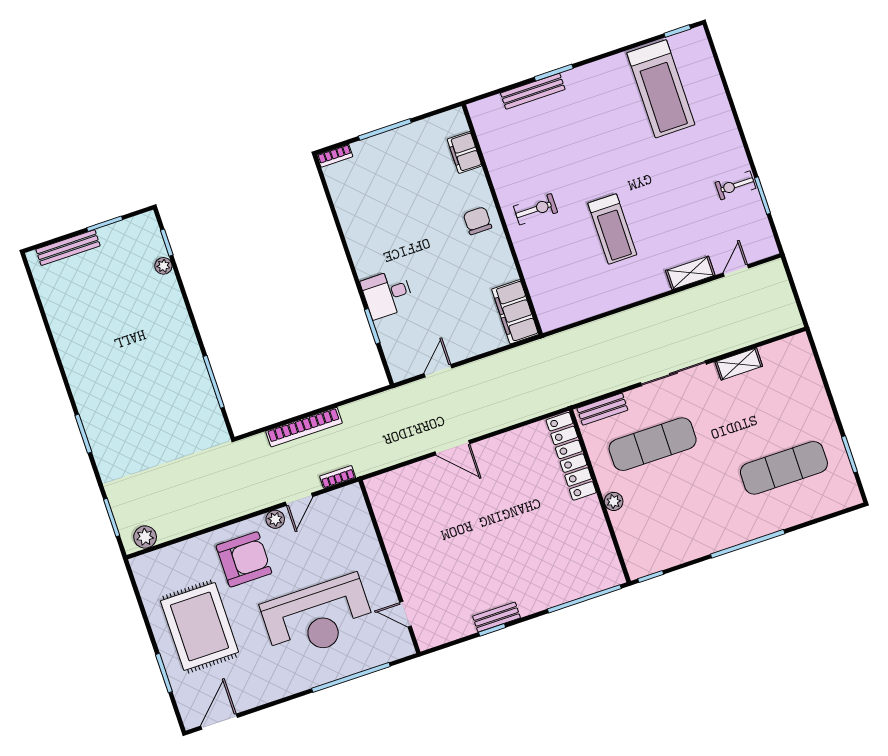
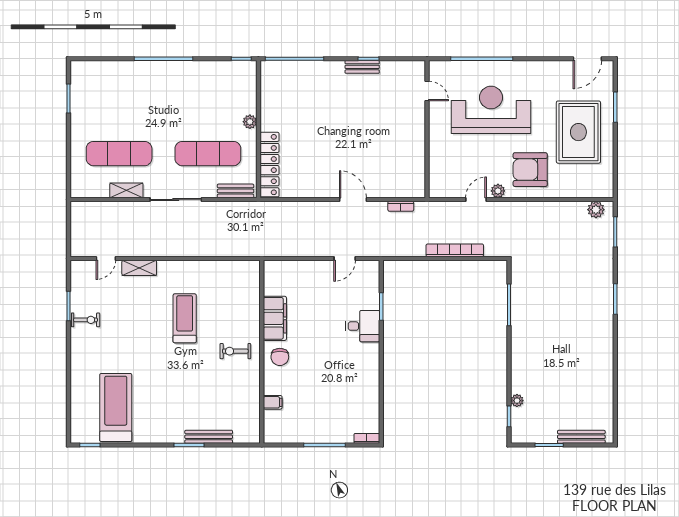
filing cabinet: (465, 152) -> (273, 402), width x0.50
filing cabinet: (515, 312) -> (275, 318), moved
exercise mat: (784, 468) -> (119, 154), moved
bookcase: (338, 477) -> (401, 206), moved

